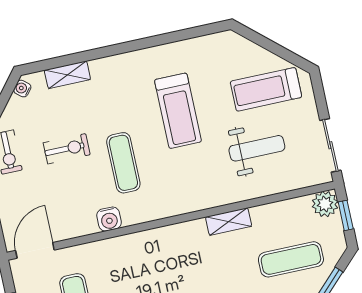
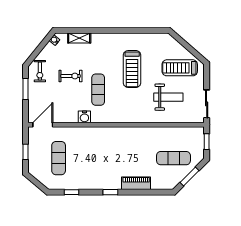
plant: (325, 204) -> (197, 133), removed
shelving: (229, 222) -> (146, 132), removed

